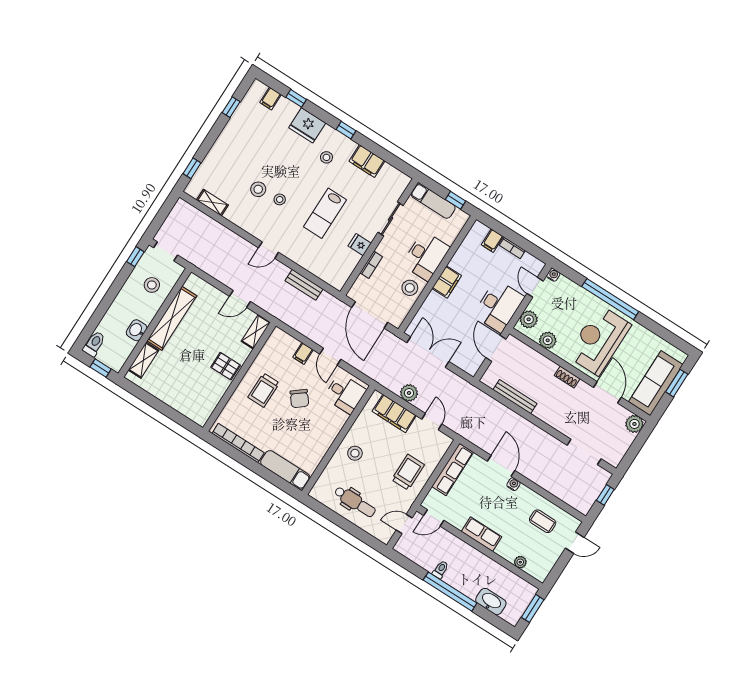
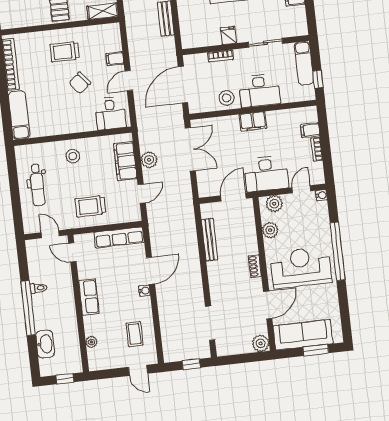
trolley: (408, 472) -> (90, 206), turned 180
window: (533, 608) -> (65, 379), width x0.67

